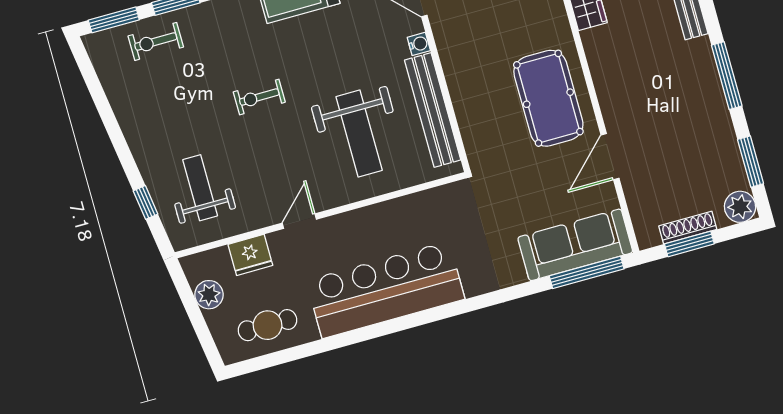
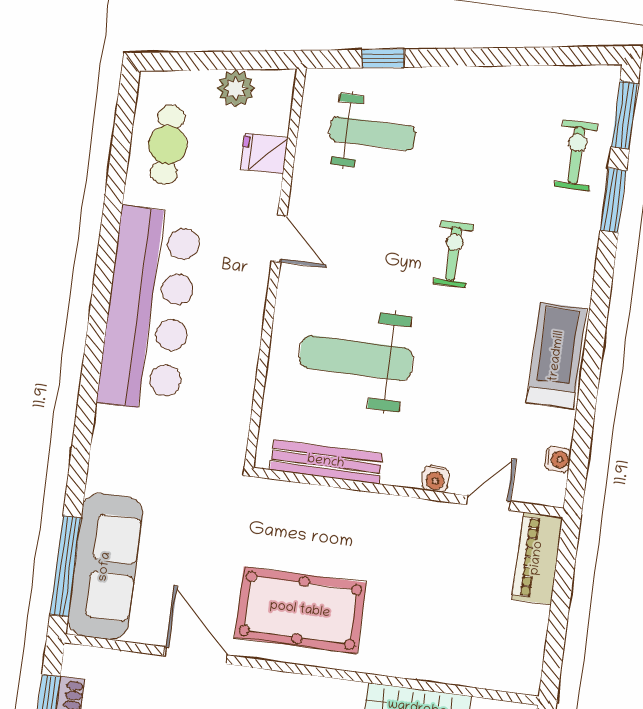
bench: (433, 110) -> (326, 462), width x0.73, depth x0.82
fridge: (250, 255) -> (264, 153), width x0.72

